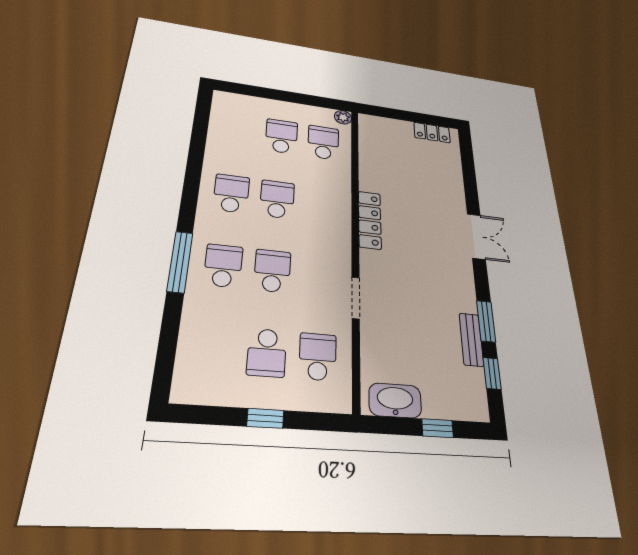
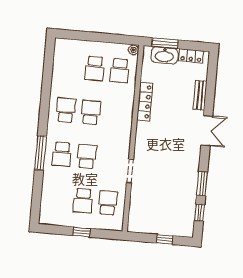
window: (390, 113) -> (165, 43), added
school desk: (281, 136) -> (95, 68), turned 180
school desk: (323, 143) -> (120, 71), turned 180
locker: (370, 220) -> (145, 102), moved
school desk: (223, 266) -> (62, 154), turned 180
bench: (471, 339) -> (200, 95), moved
washbasin: (395, 400) -> (164, 55), moved, turned 180

